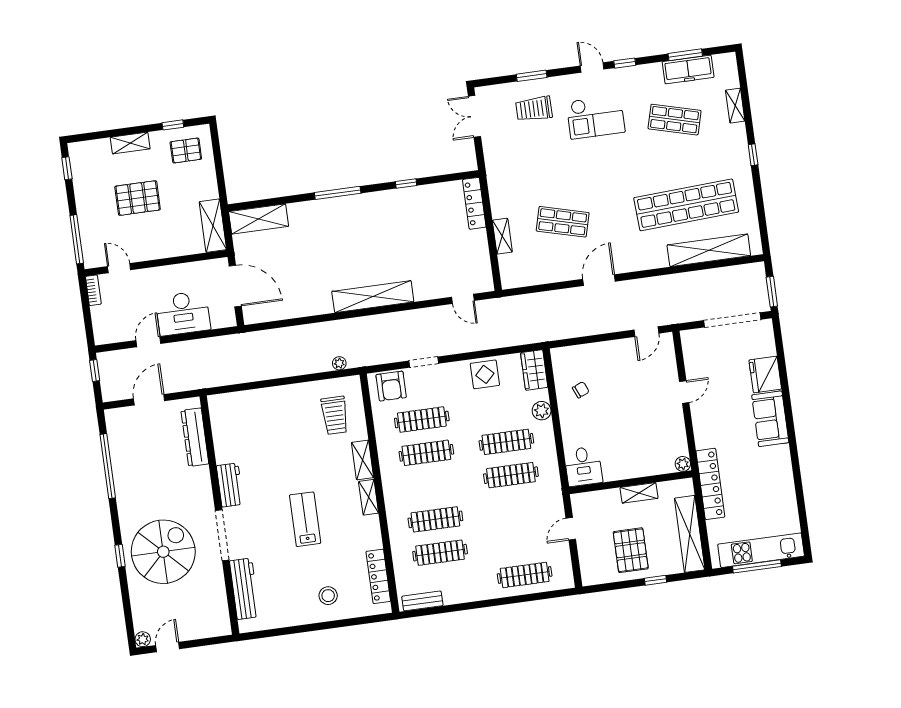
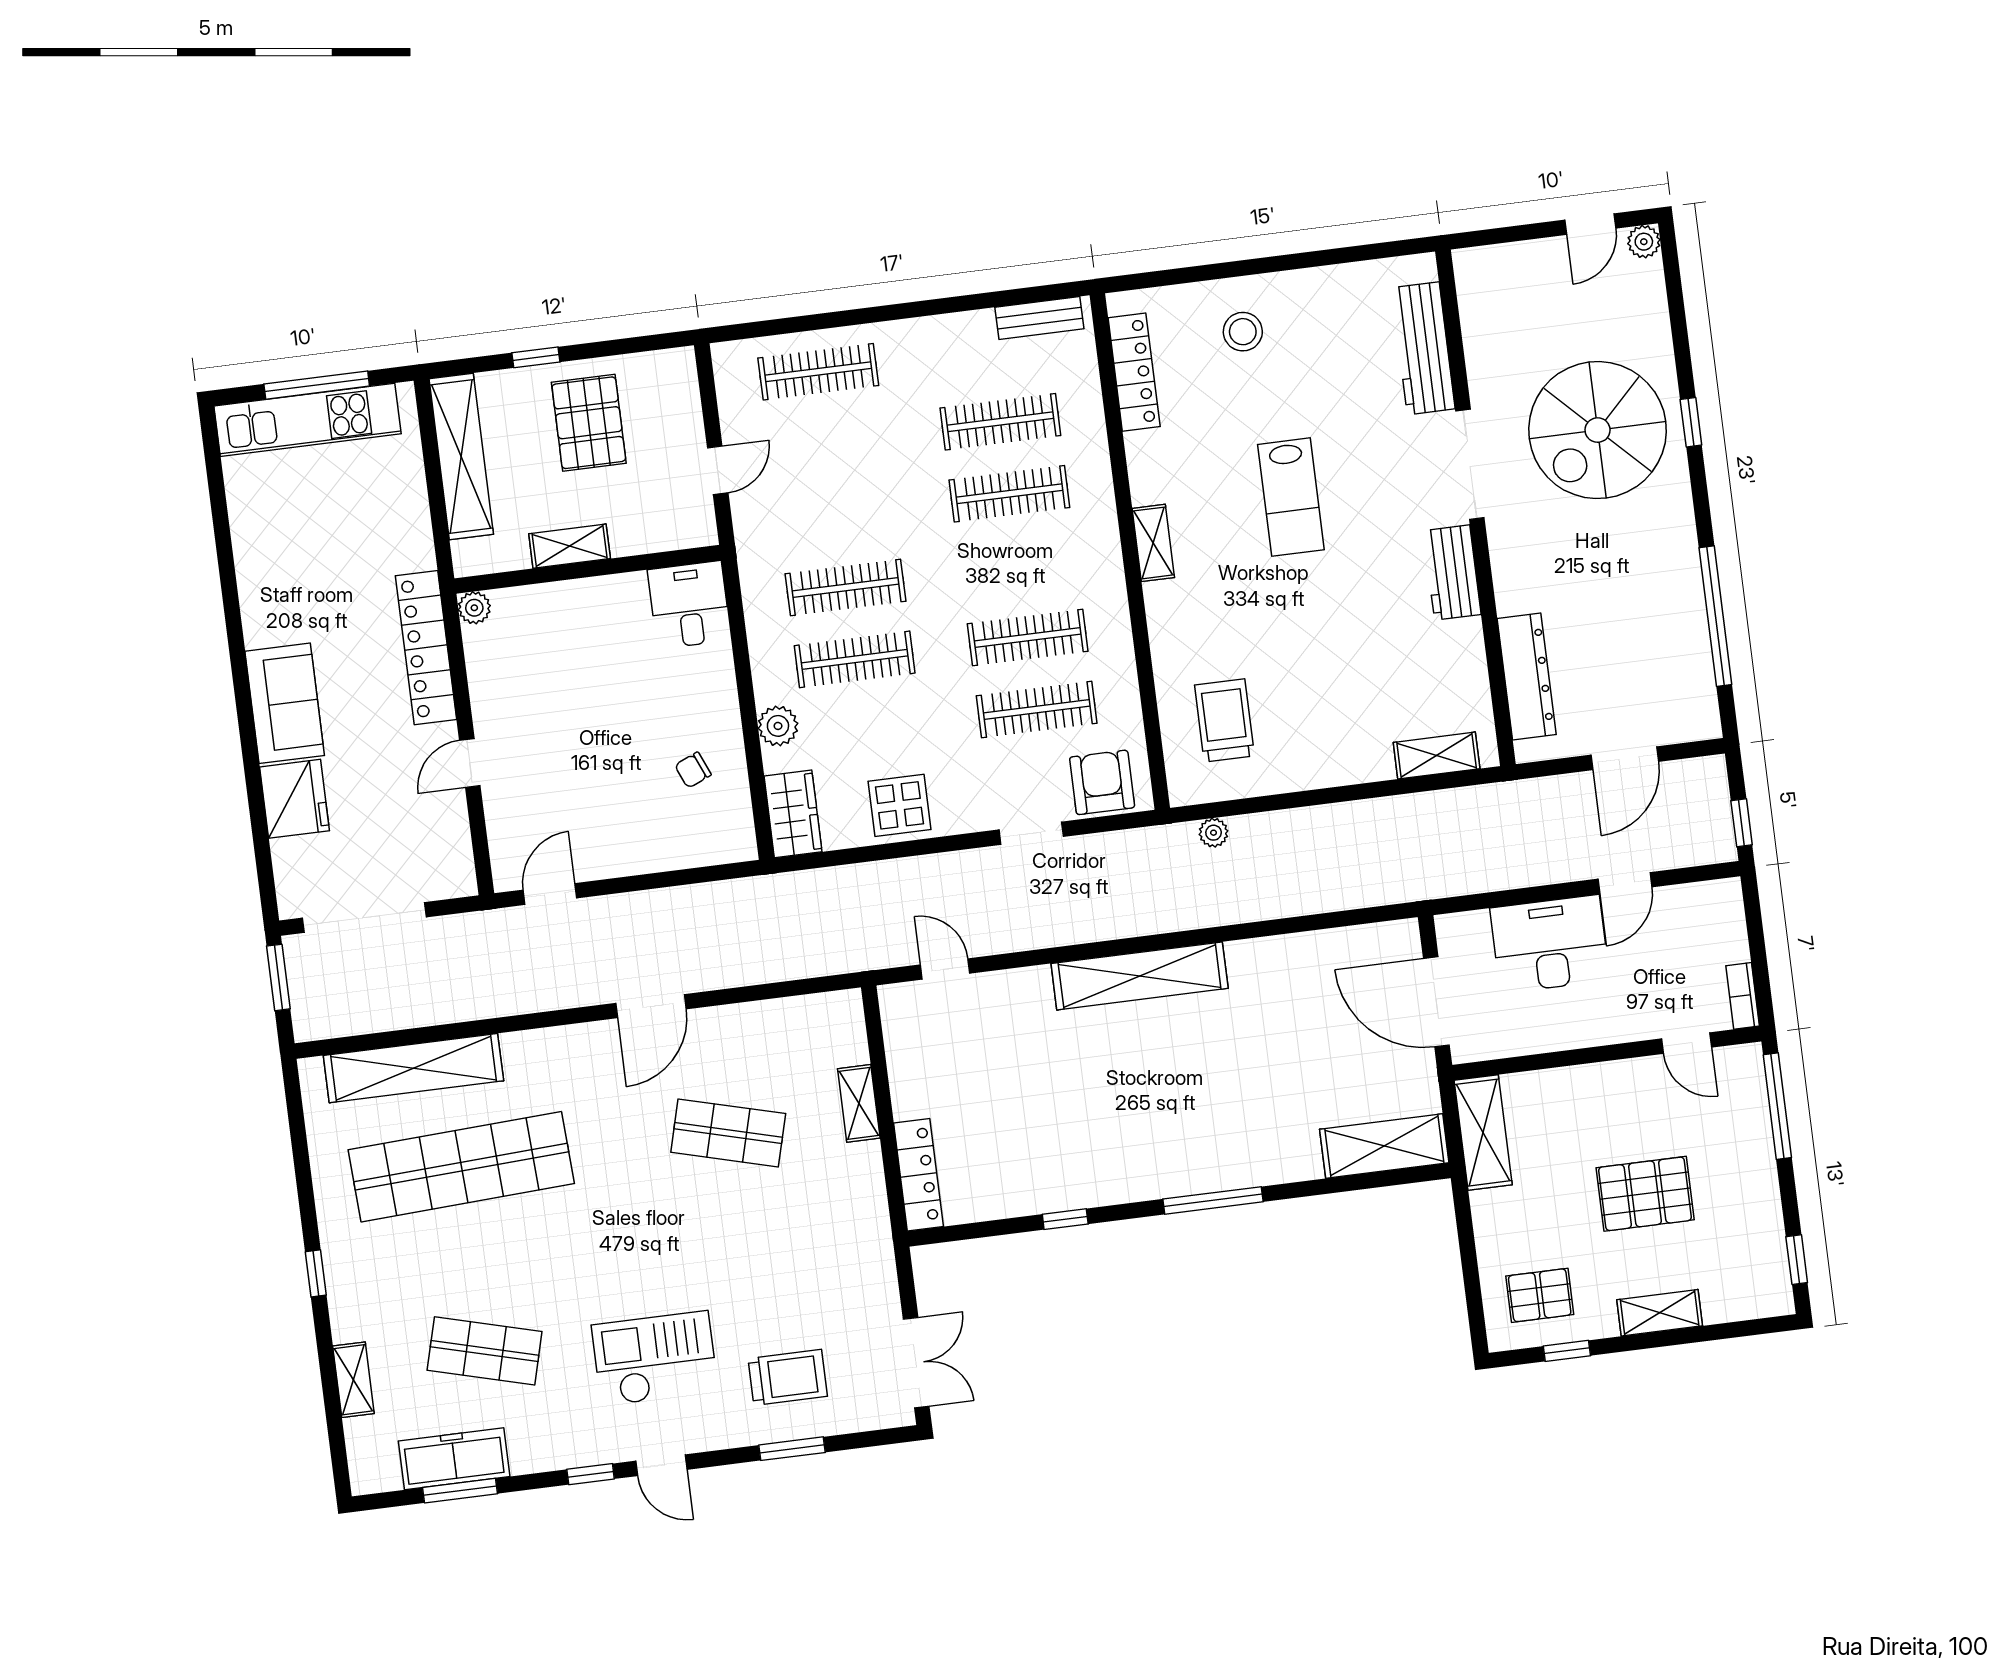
shelving: (363, 460) -> (1437, 756), moved, turned 90
locker: (710, 484) -> (426, 648), moved

